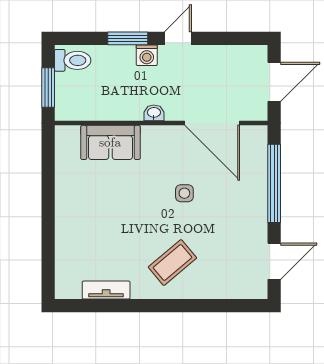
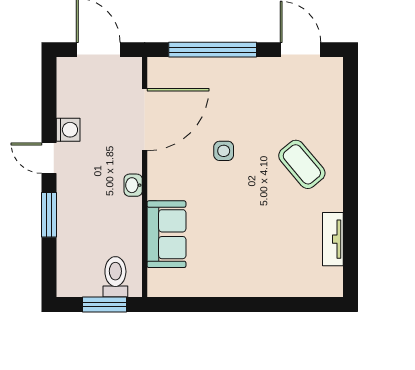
washing machine: (147, 55) -> (68, 130), moved
toilet: (73, 60) -> (115, 277), moved

